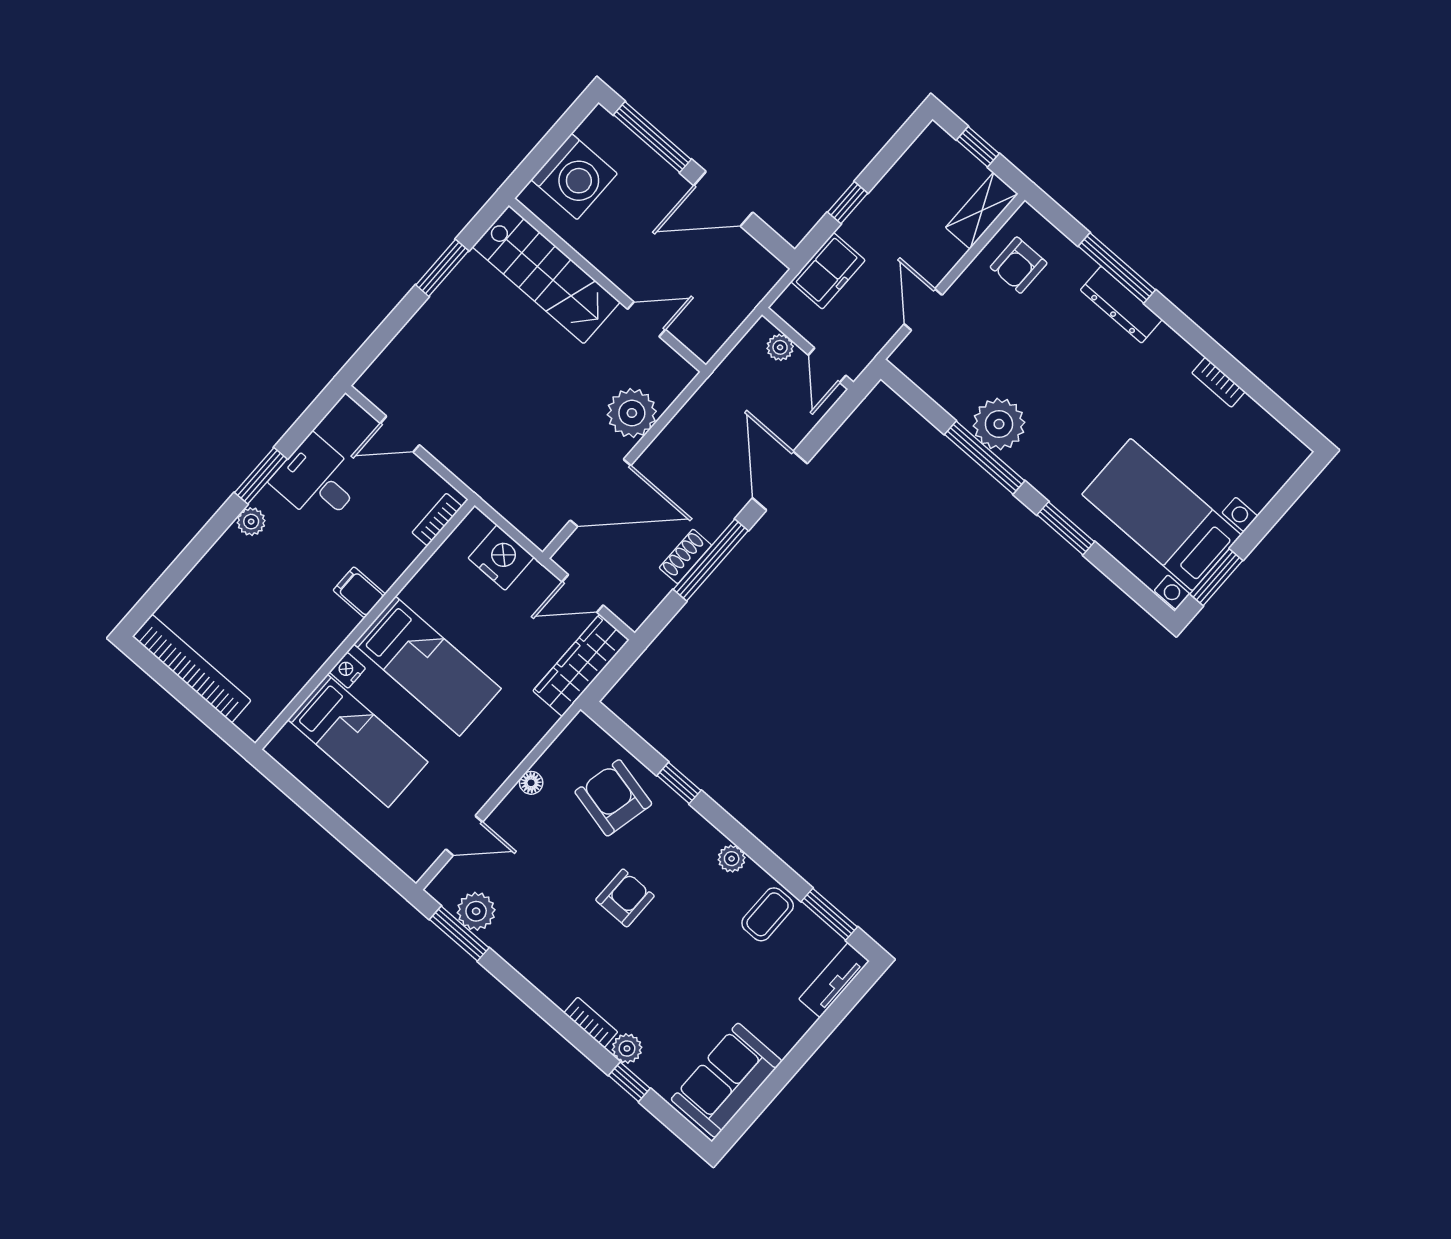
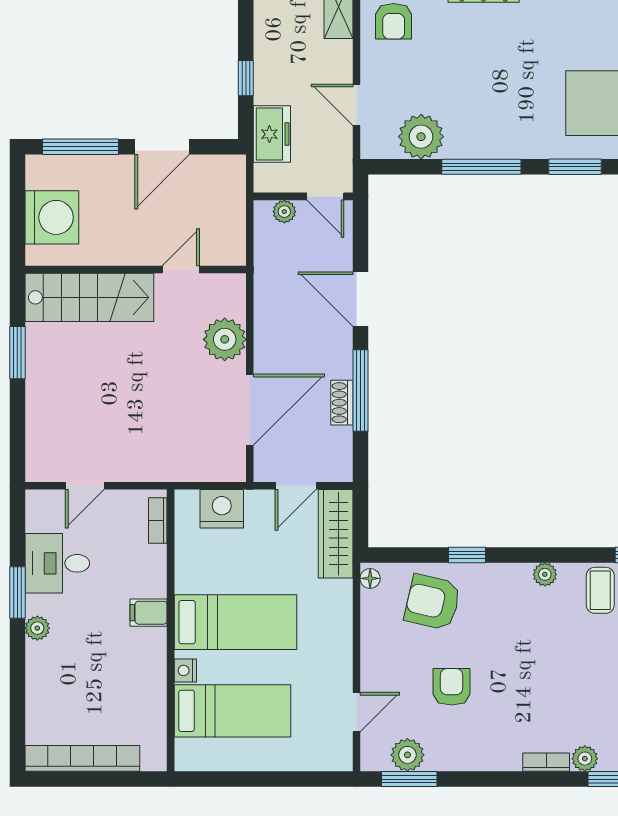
plant: (999, 424) -> (421, 137), moved
floor lamp: (531, 783) -> (370, 578), moved
armchair: (625, 898) -> (452, 687), moved

